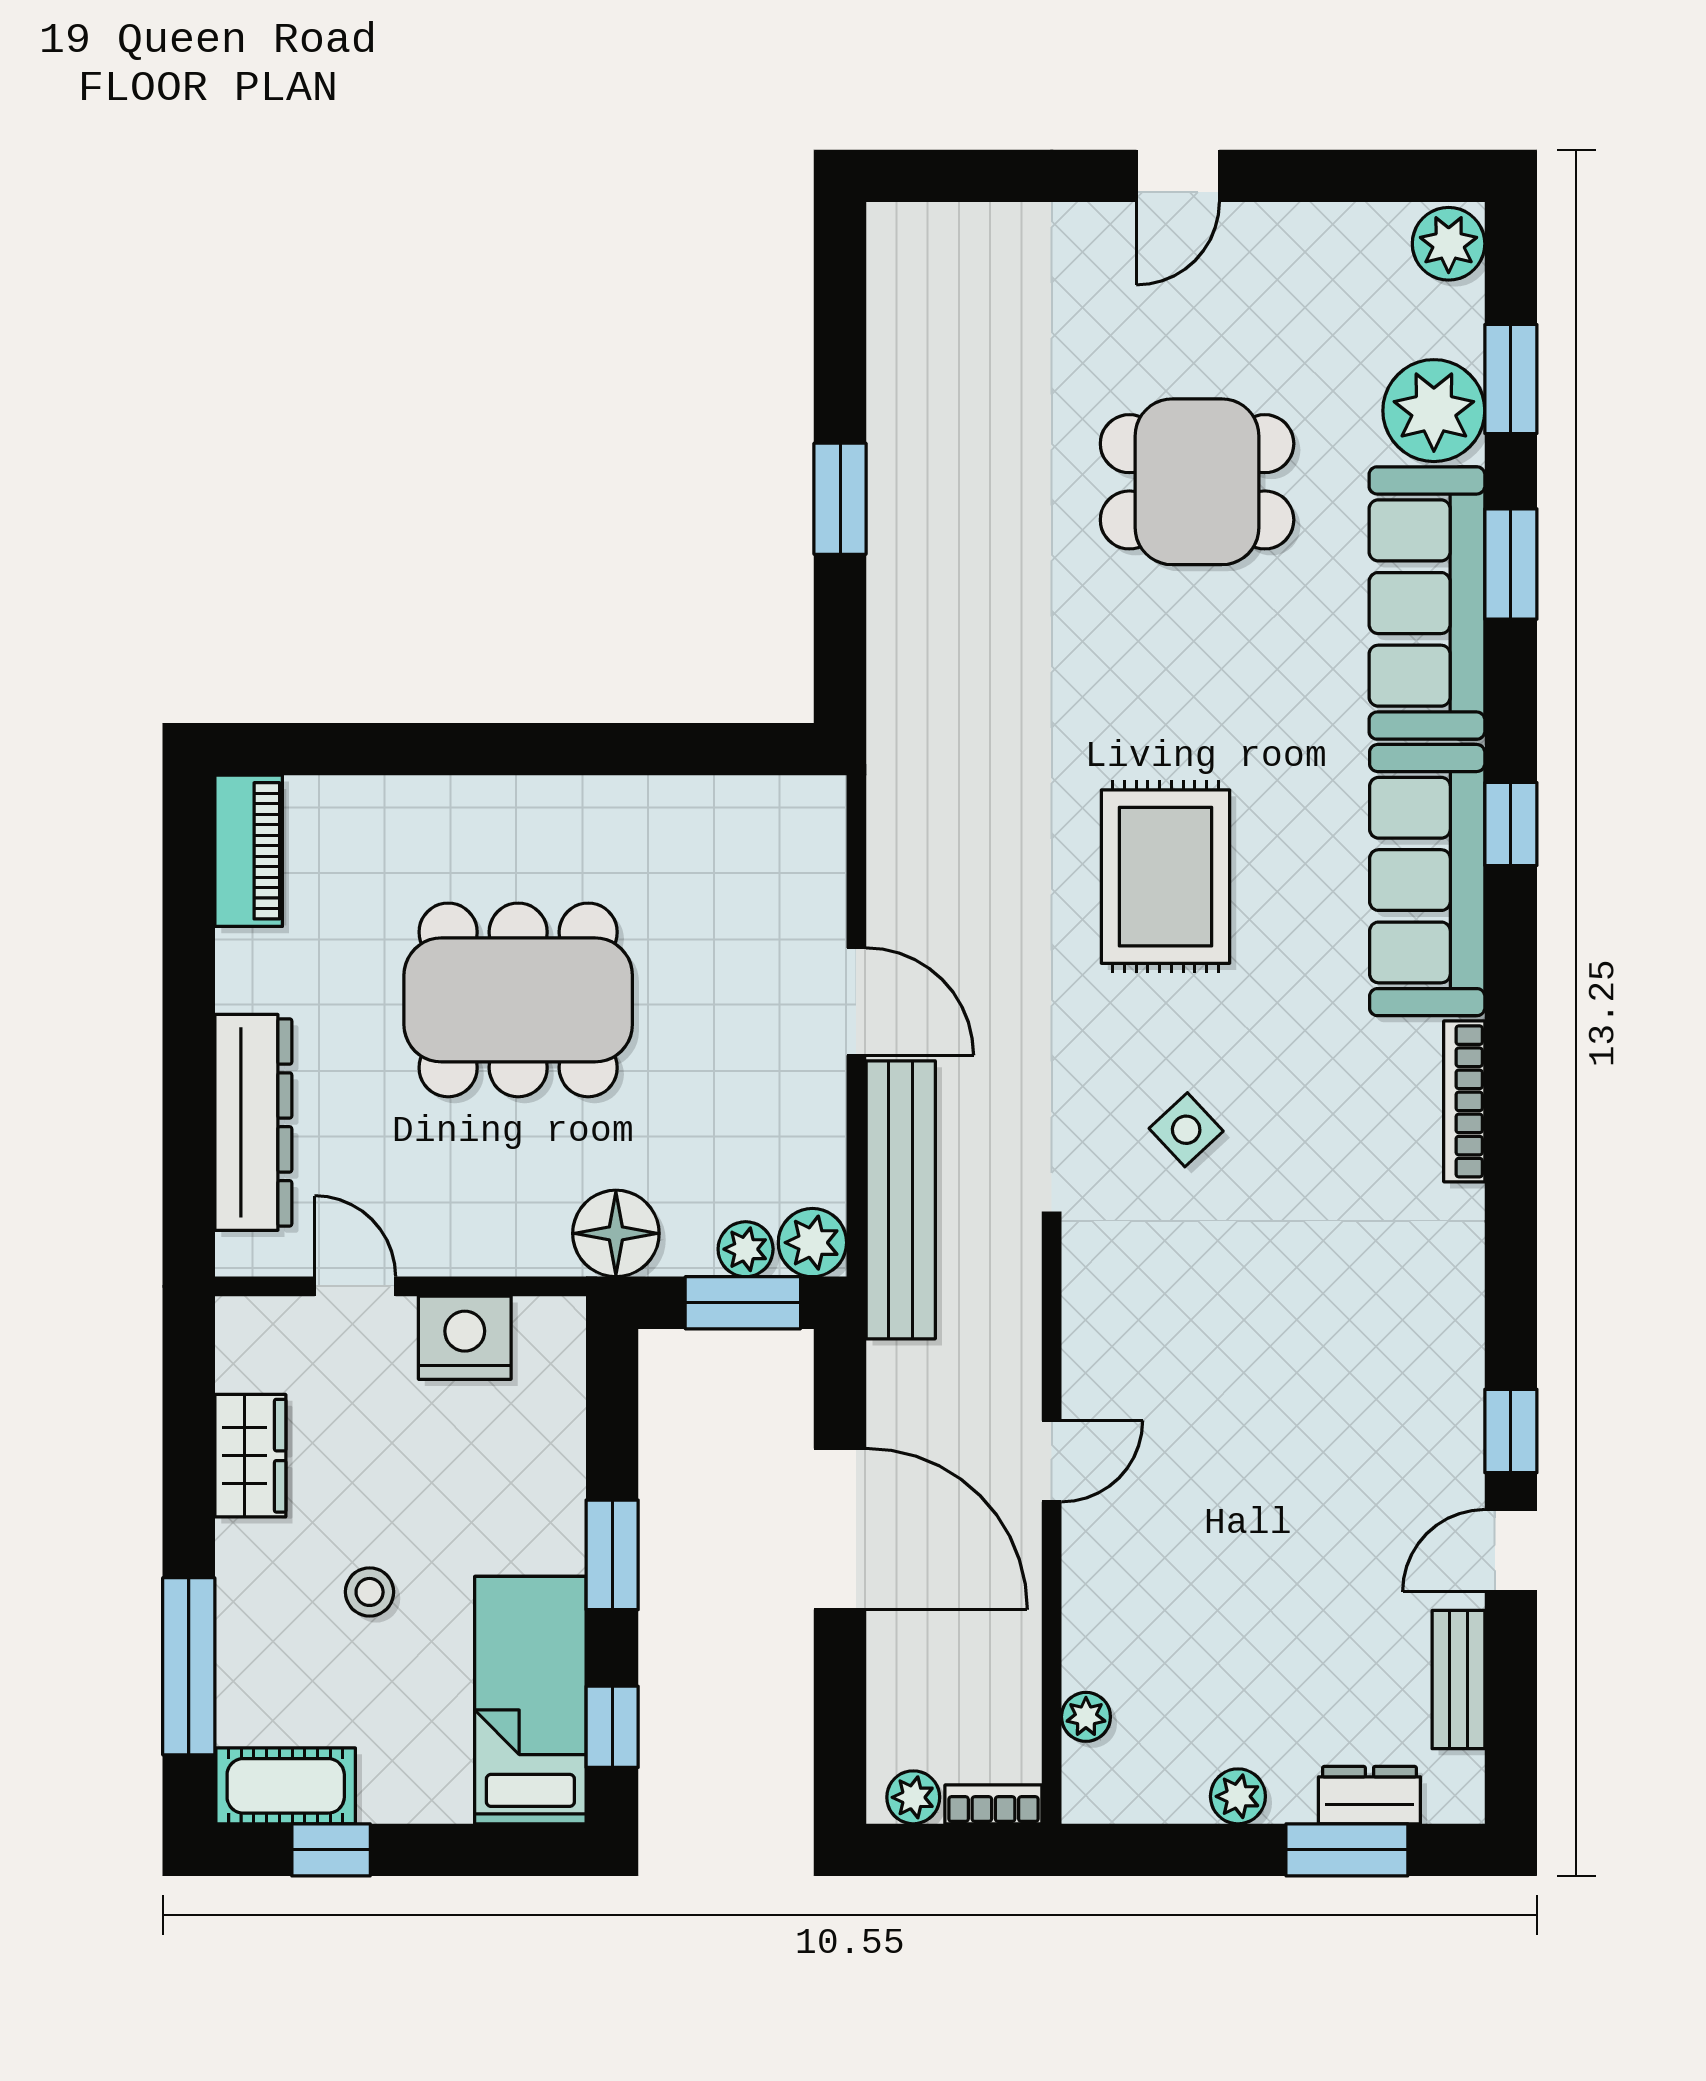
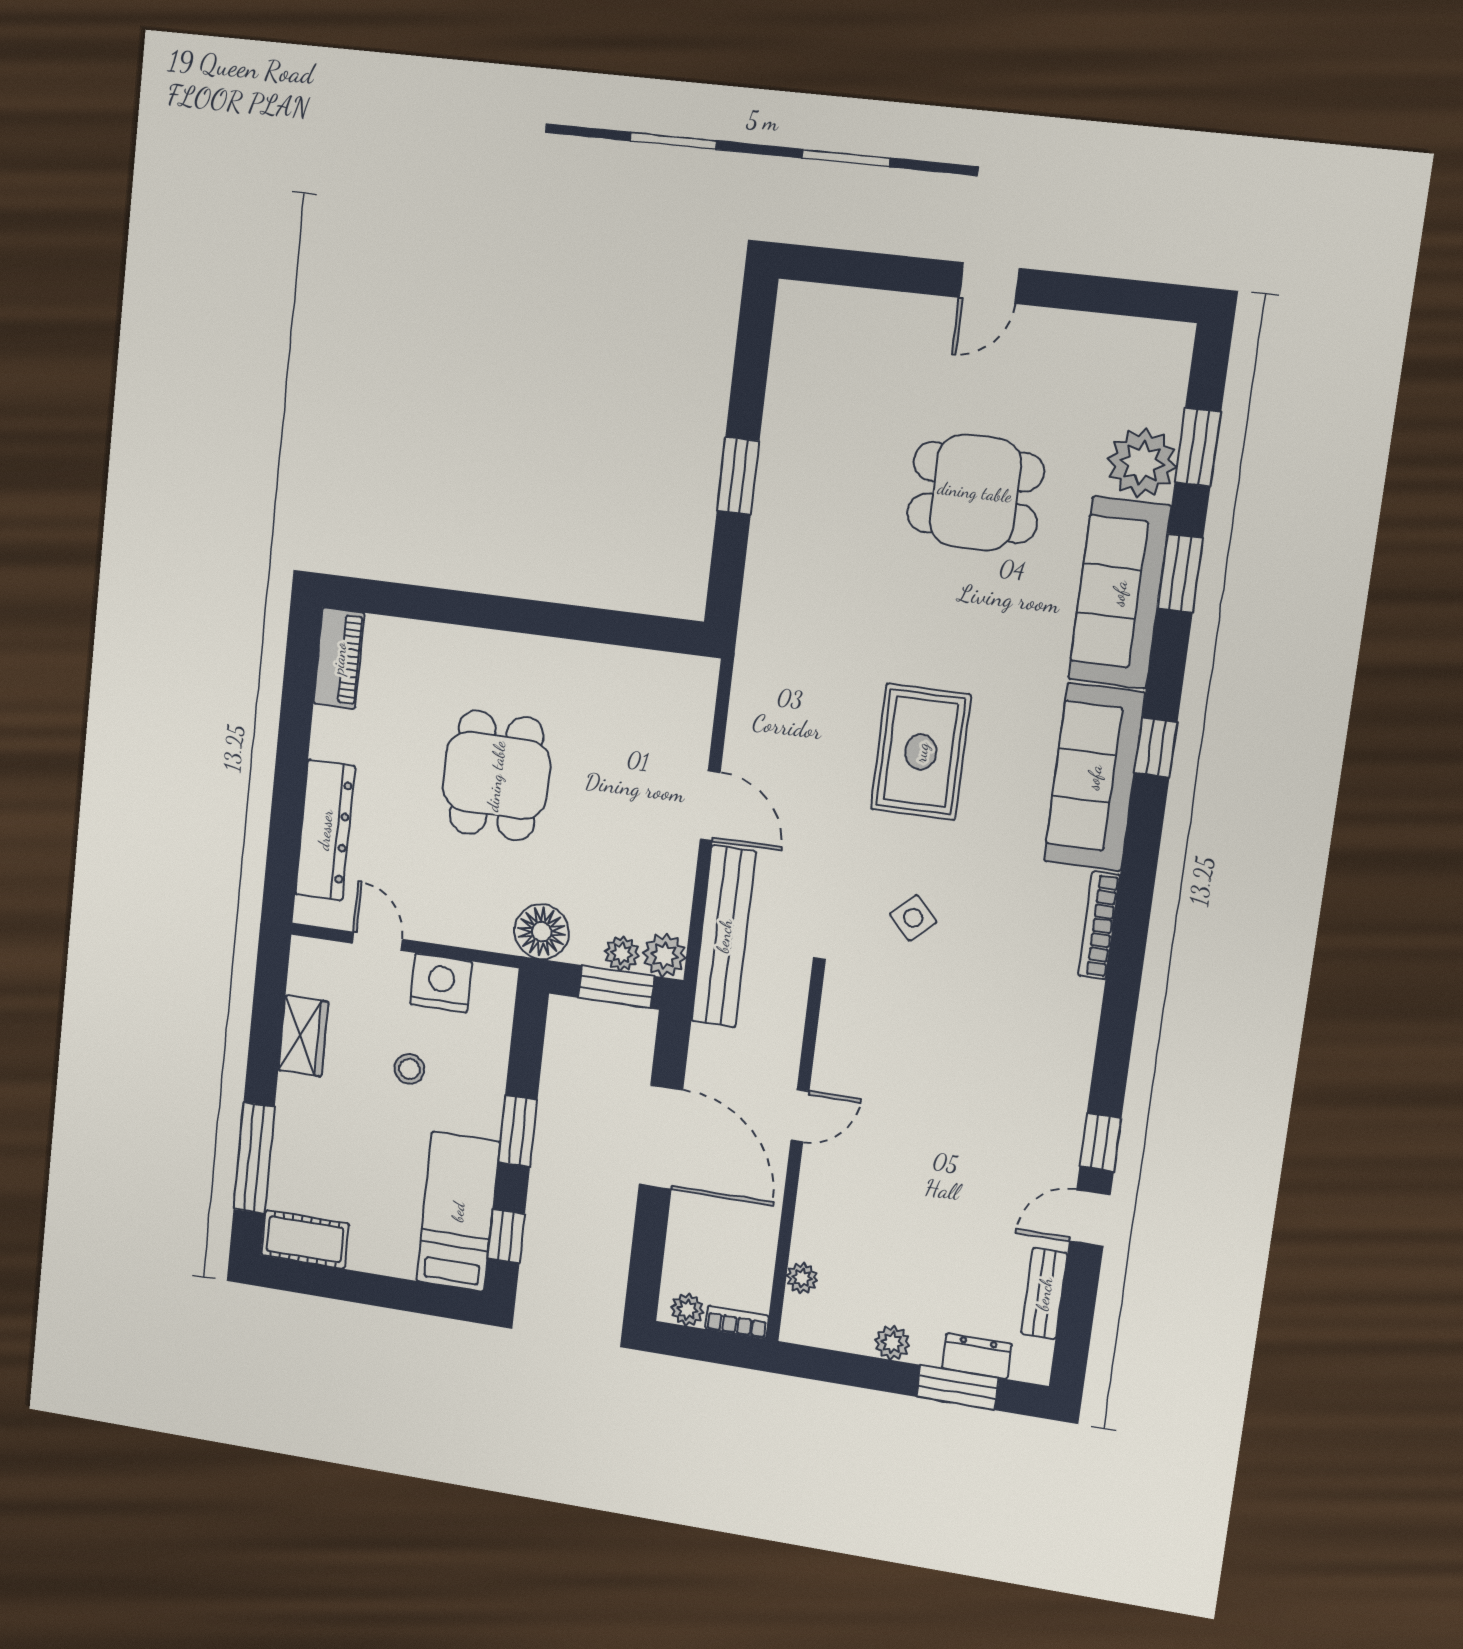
plant: (1449, 244) -> (1168, 349), removed
dining table: (518, 1000) -> (496, 776), width x0.73
stool: (370, 1592) -> (409, 1069), moved
window: (331, 1850) -> (328, 1282), removed

